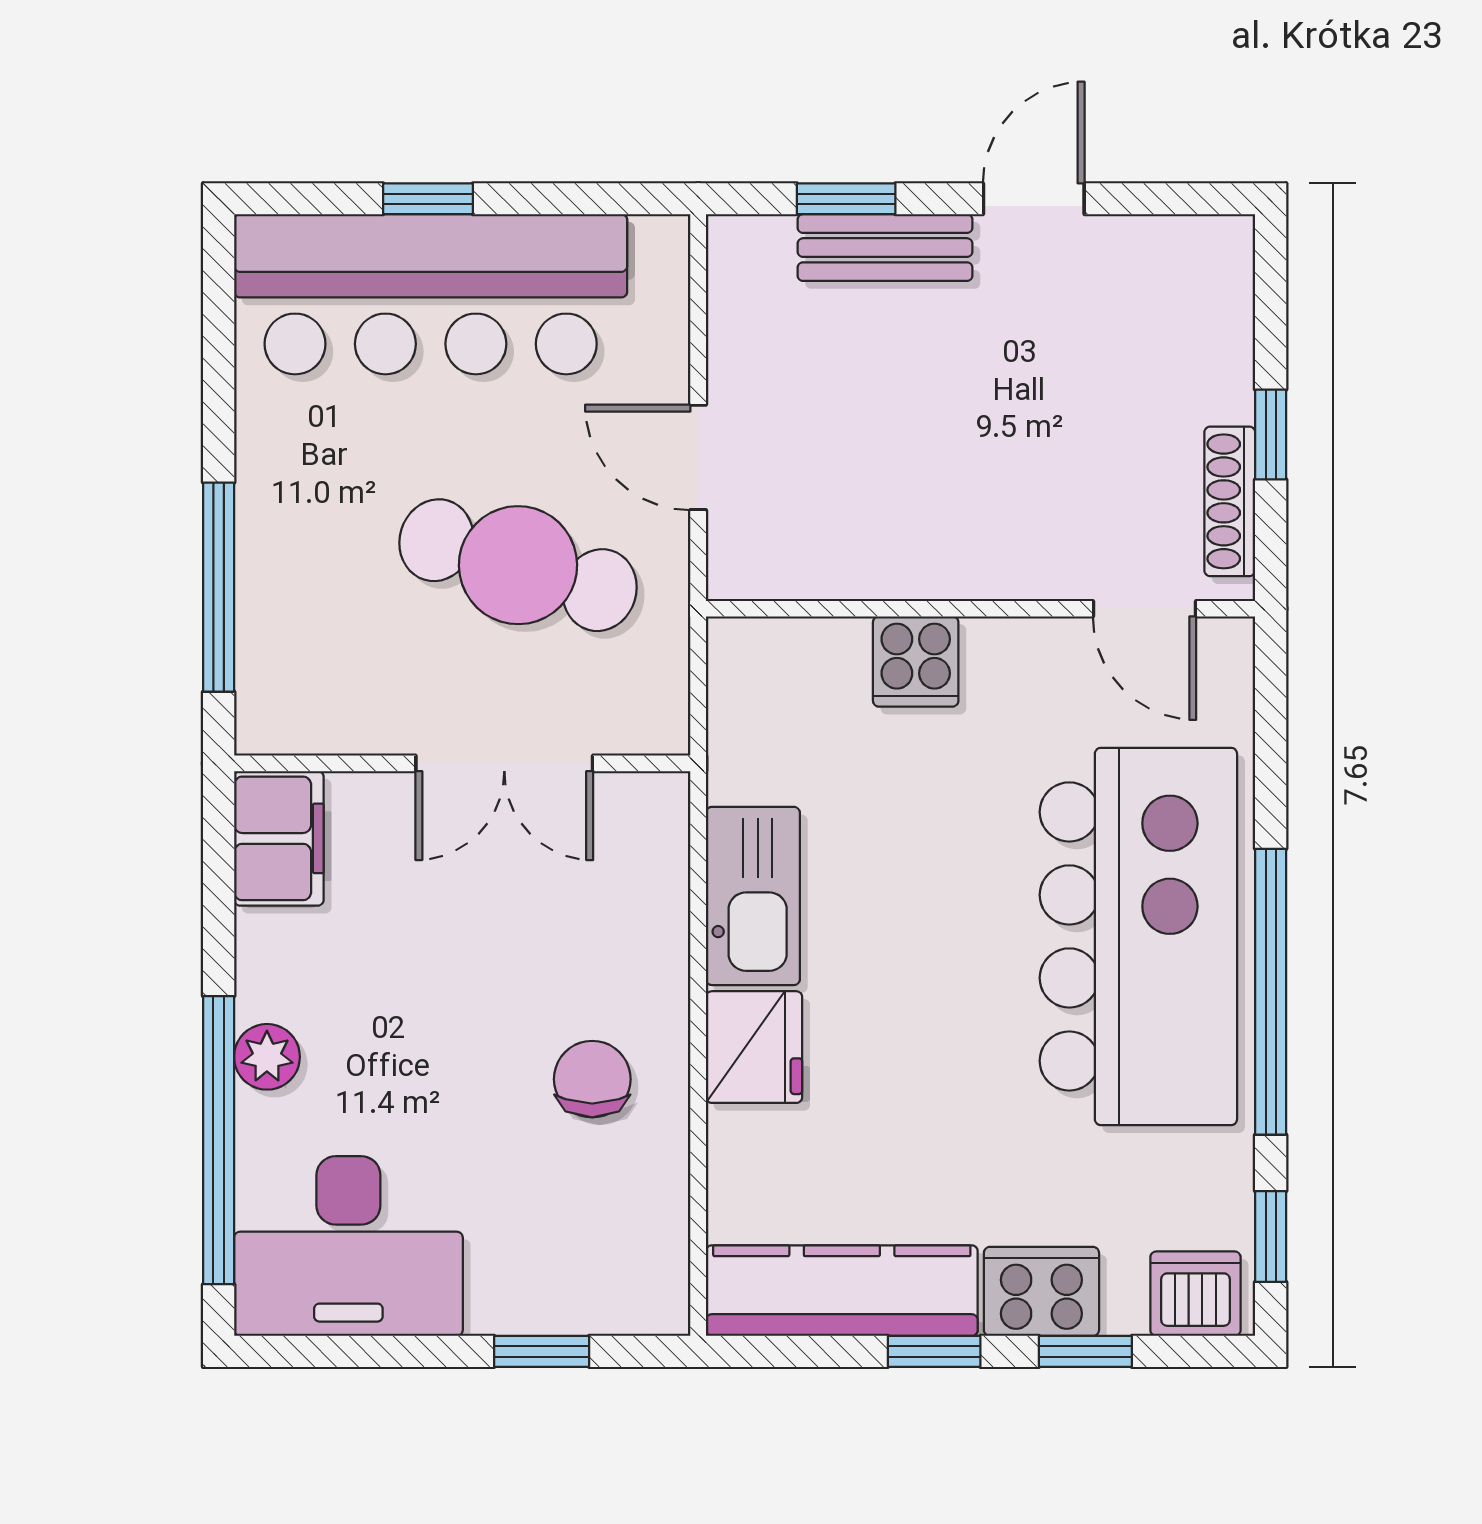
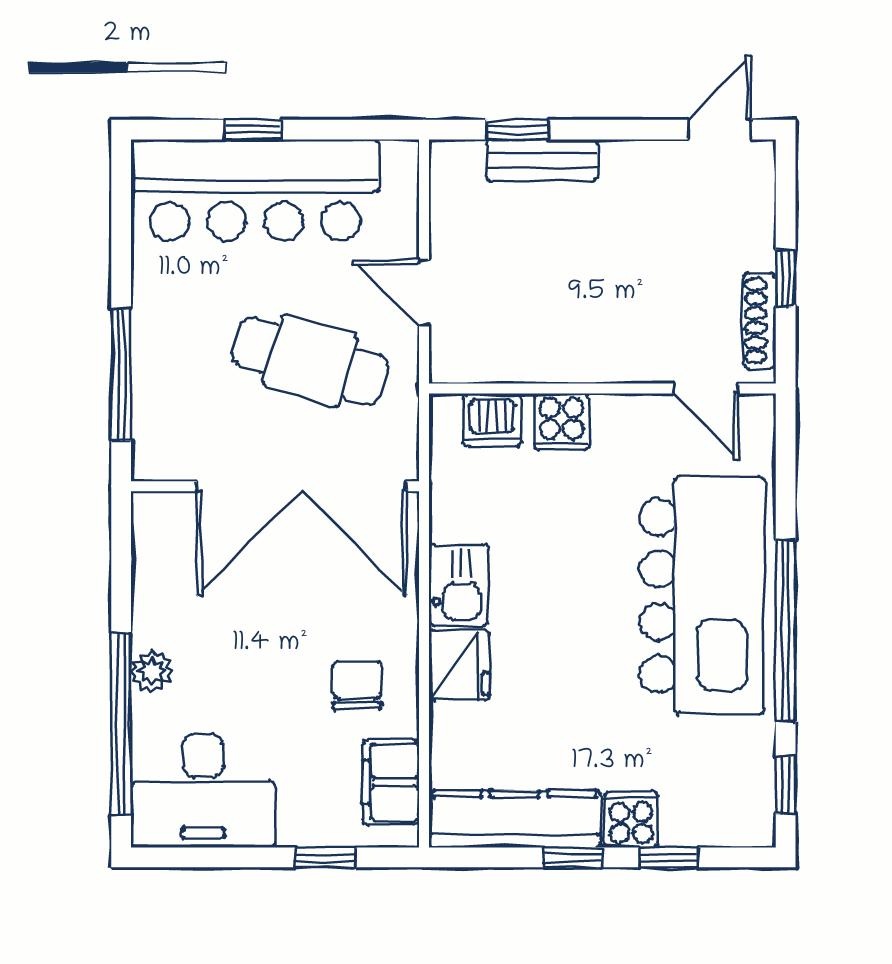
door: (1034, 199) -> (720, 130), moved
double door: (504, 763) -> (302, 486), width x1.87
filing cabinet: (279, 838) -> (391, 782), moved, turned 180
kitchen sink: (753, 896) -> (459, 585), width x0.73
cooker: (1041, 1291) -> (631, 820), width x0.73
dishwasher: (1195, 1294) -> (492, 420), moved, turned 180

